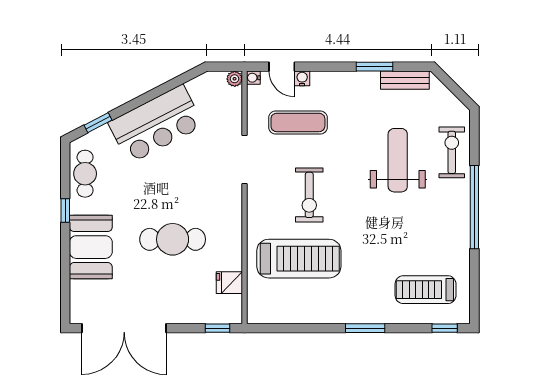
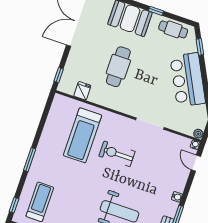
door: (282, 67) -> (196, 163), hinge flipped
water cooler: (302, 78) -> (177, 197), moved
exercise mat: (298, 122) -> (161, 162), removed

